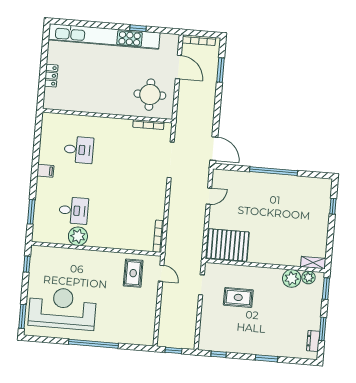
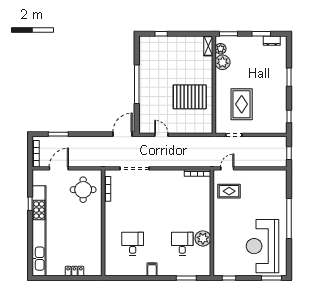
pallet: (228, 245) -> (190, 97), moved, turned 90
rug: (238, 297) -> (242, 104), width x1.36, depth x1.43

